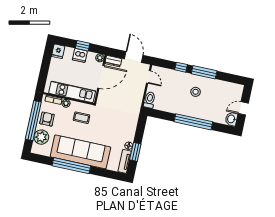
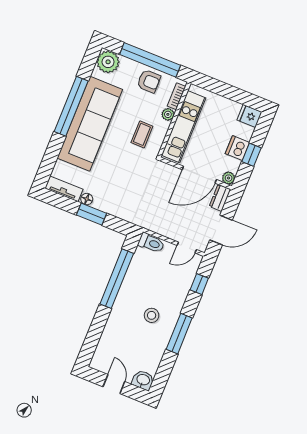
window: (181, 67) -> (199, 284), moved
door: (101, 77) -> (199, 175), hinge flipped
washbasin: (231, 119) -> (143, 380), moved
window: (193, 122) -> (117, 279), moved
plant: (41, 137) -> (108, 62), moved
window: (135, 152) -> (91, 214), moved

